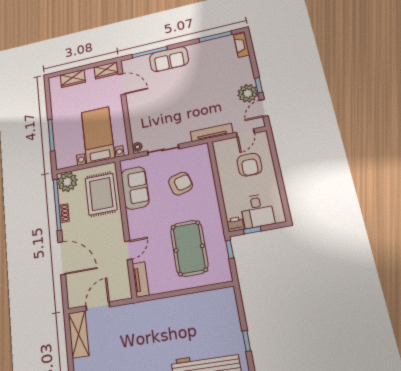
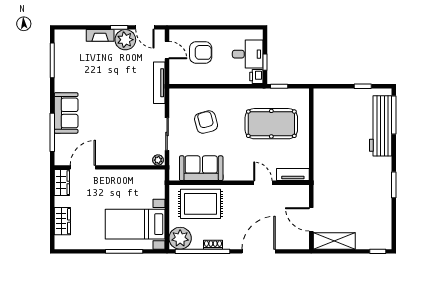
fireplace: (242, 45) -> (100, 35), moved
bed with nightstands: (98, 135) -> (135, 224), moved

